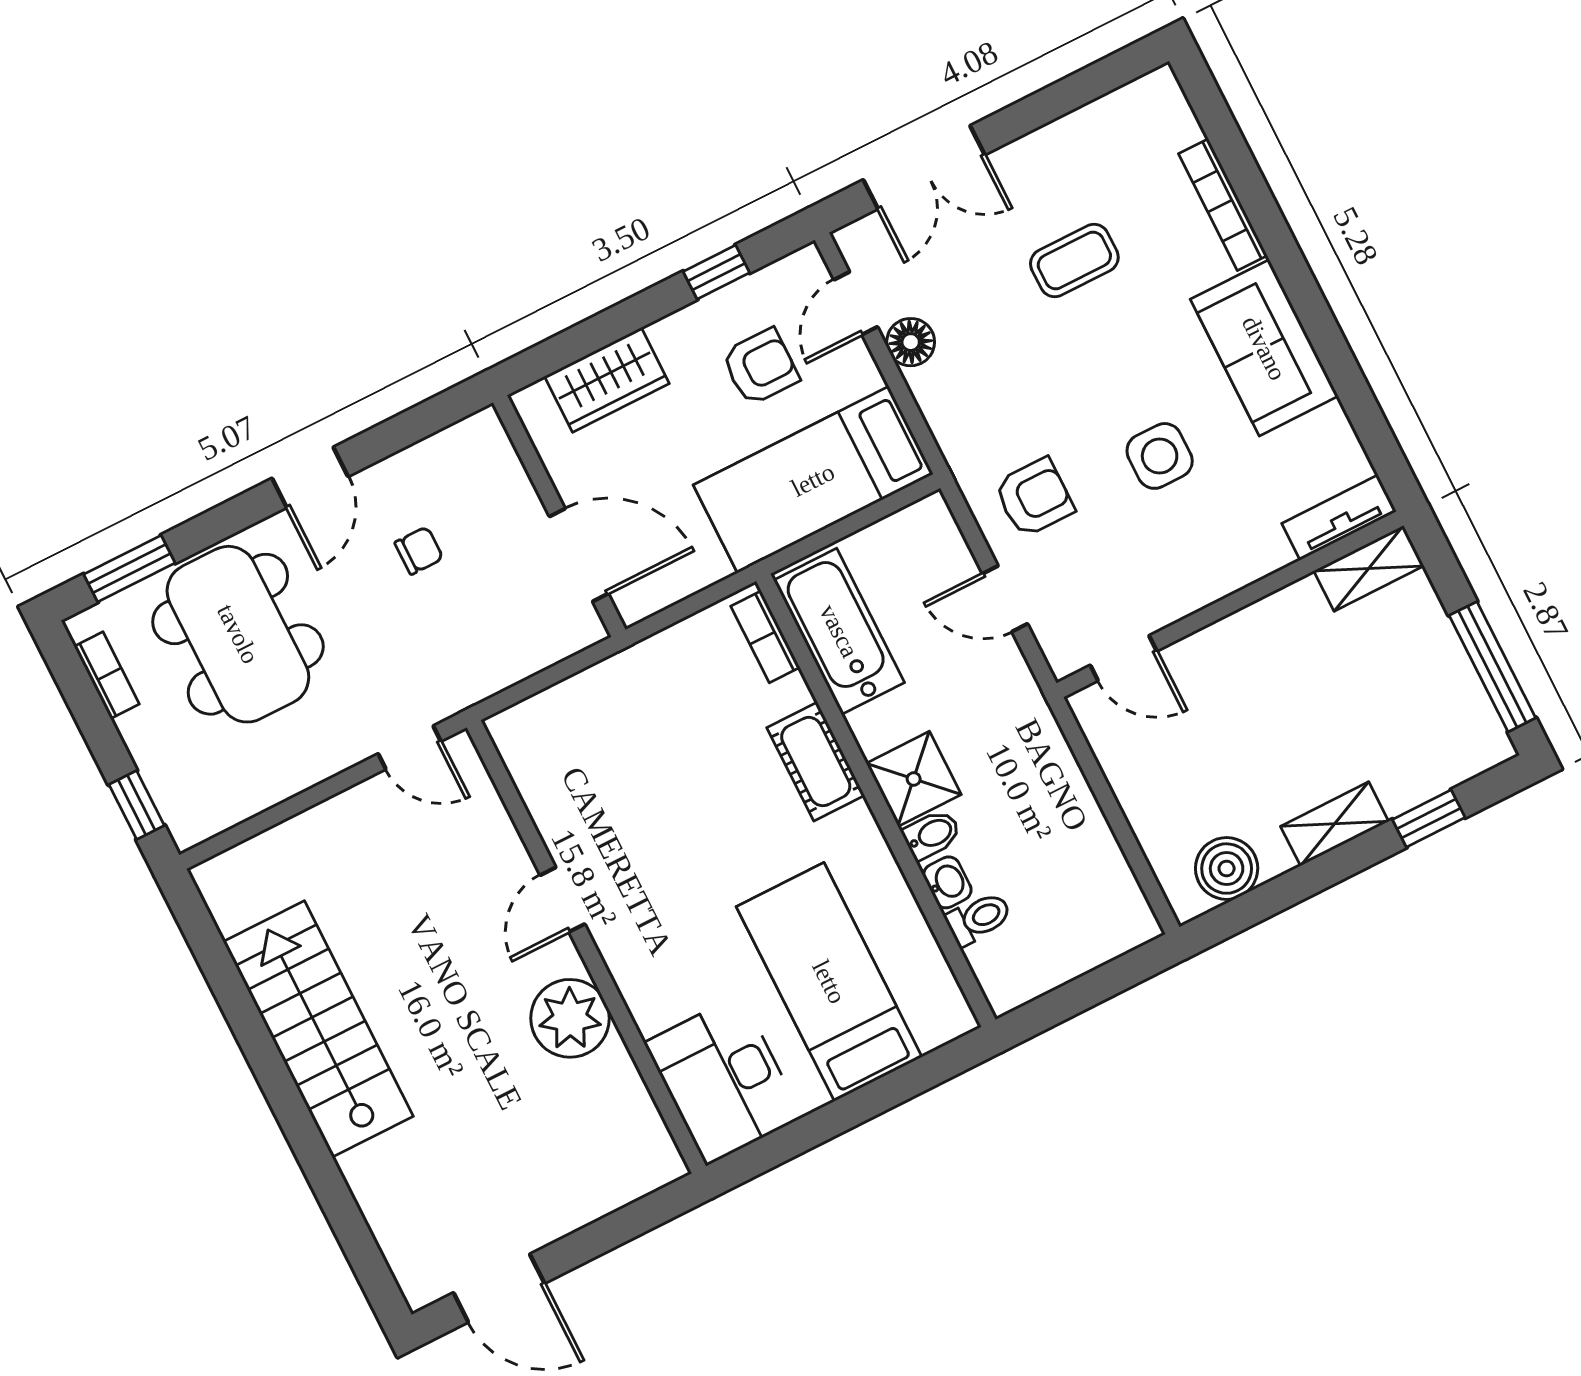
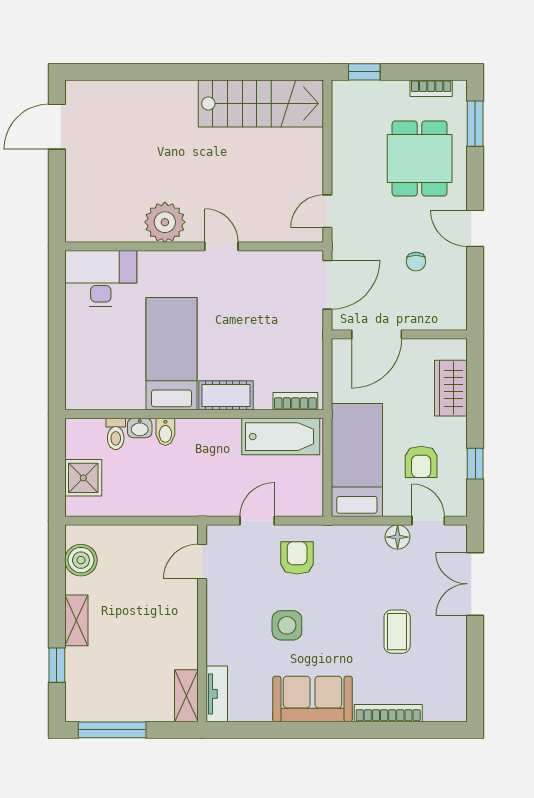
armchair: (1034, 497) -> (297, 558), turned 180
dining table: (238, 634) -> (420, 158), width x0.73
door: (536, 683) -> (327, 285), added
shower: (914, 779) -> (83, 478), moved
bed: (829, 982) -> (171, 354), moved, turned -90
stairs: (318, 1029) -> (261, 103), moved

